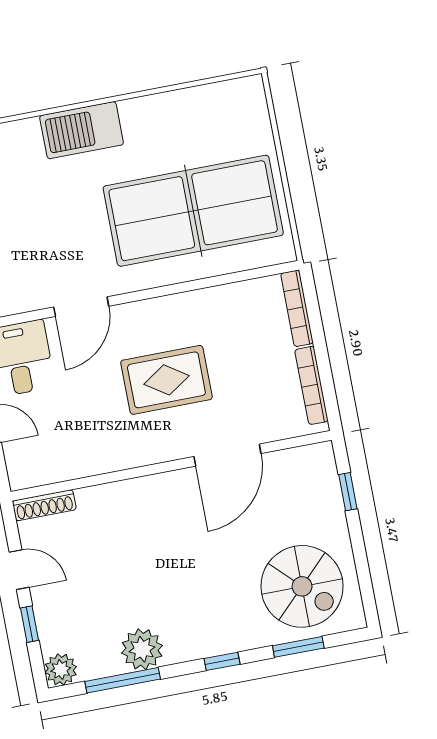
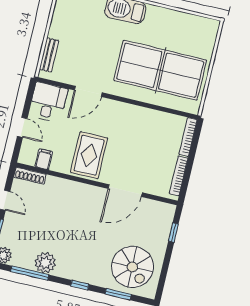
rug: (166, 380) -> (89, 155), moved, turned 90
filing cabinet: (56, 465) -> (44, 159), added

